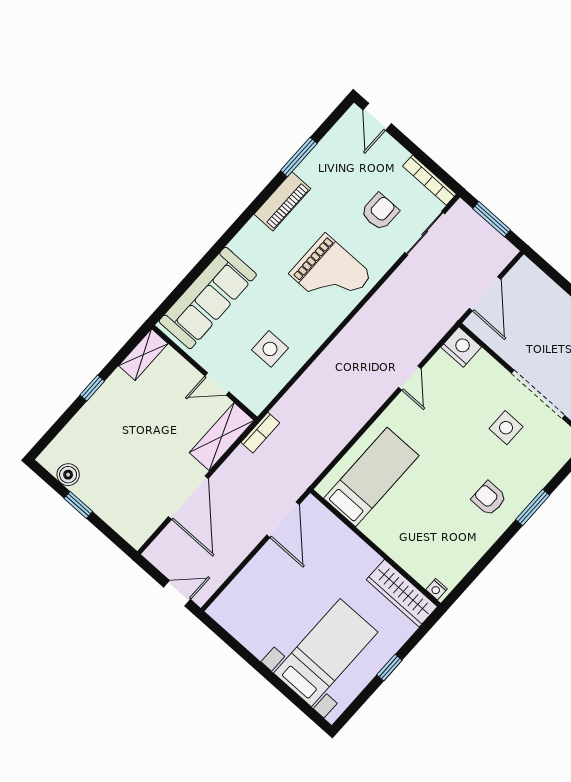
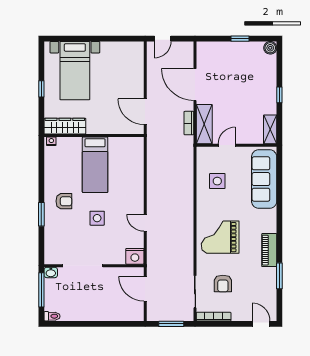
side table: (506, 428) -> (97, 218), moved
bookcase: (260, 433) -> (189, 123), moved
boiler: (68, 475) -> (270, 48), moved
bed: (371, 477) -> (95, 165), moved

